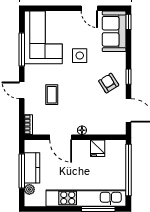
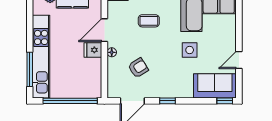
armchair: (109, 83) -> (138, 68), moved
fridge: (98, 148) -> (93, 50), moved

